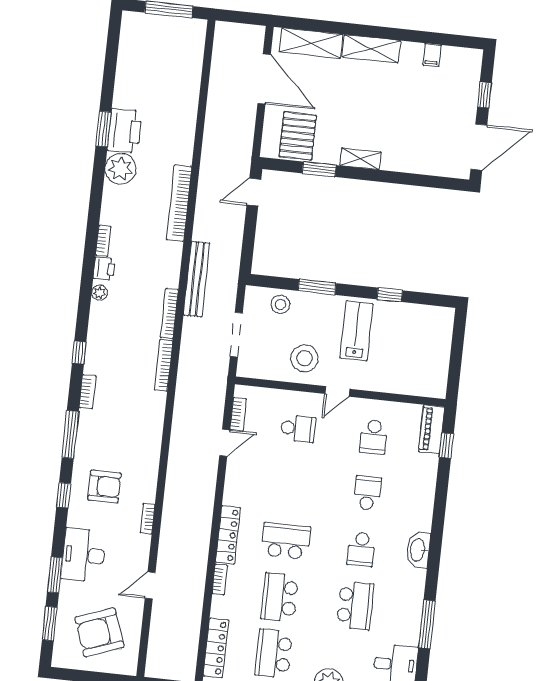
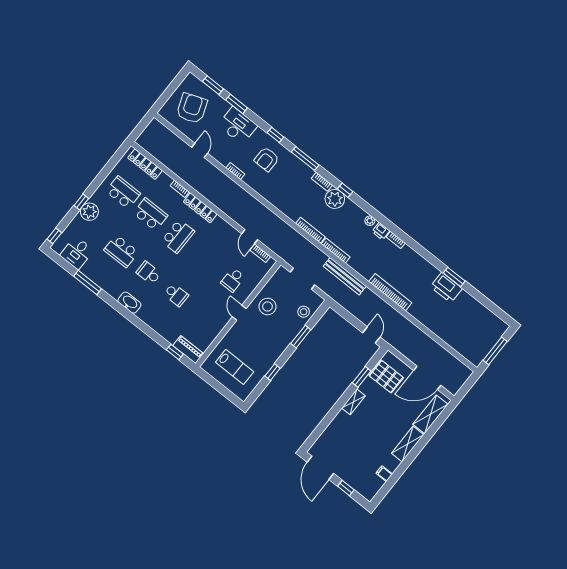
plant: (121, 169) -> (335, 199), moved
lab bench: (357, 331) -> (235, 367), moved
school desk: (373, 437) -> (204, 317), removed

